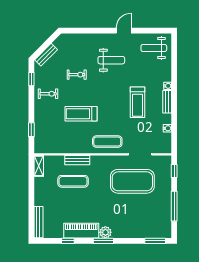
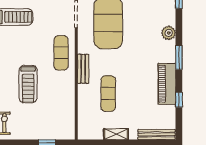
bench: (77, 160) -> (83, 69), moved
shelving: (39, 166) -> (116, 134), moved
plant: (105, 232) -> (169, 33), moved

